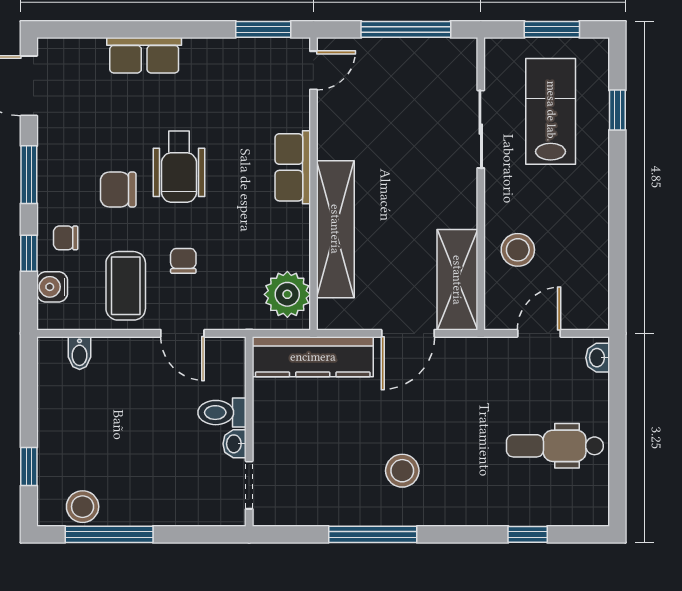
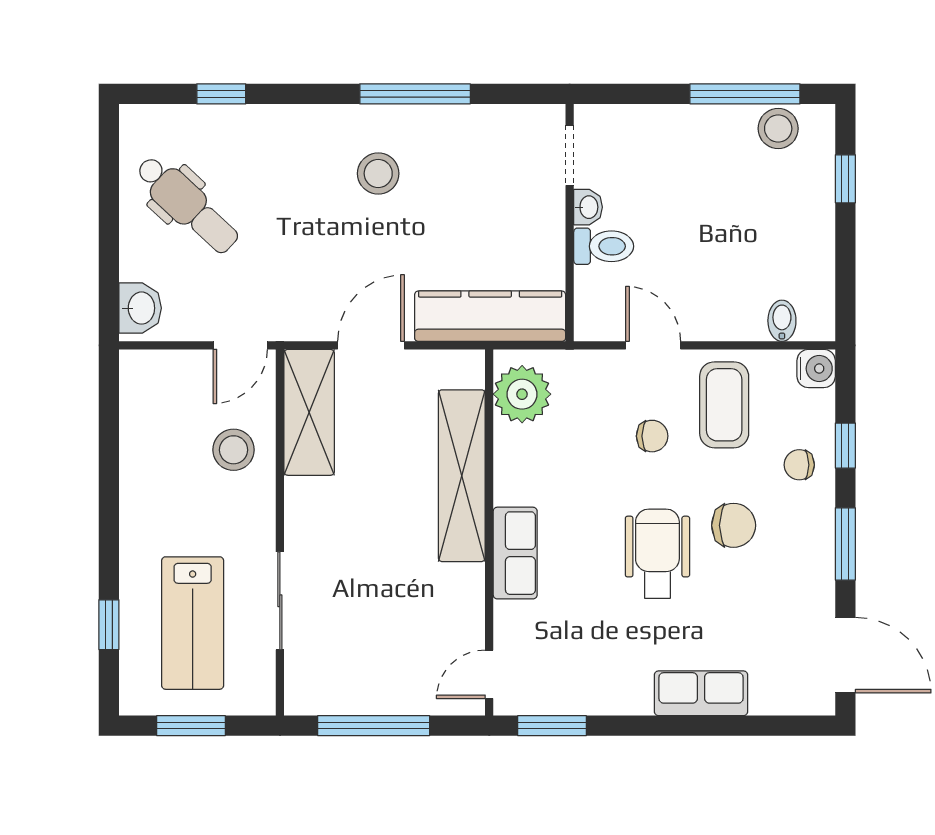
chair: (66, 238) -> (799, 465), turned 180
chair: (183, 261) -> (652, 436), turned -90
water cooler: (52, 287) -> (816, 369), moved
door: (539, 333) -> (240, 345), moved
washbasin: (598, 358) -> (140, 308), width x1.38, depth x1.45
dental chair: (555, 446) -> (187, 205), turned 43

